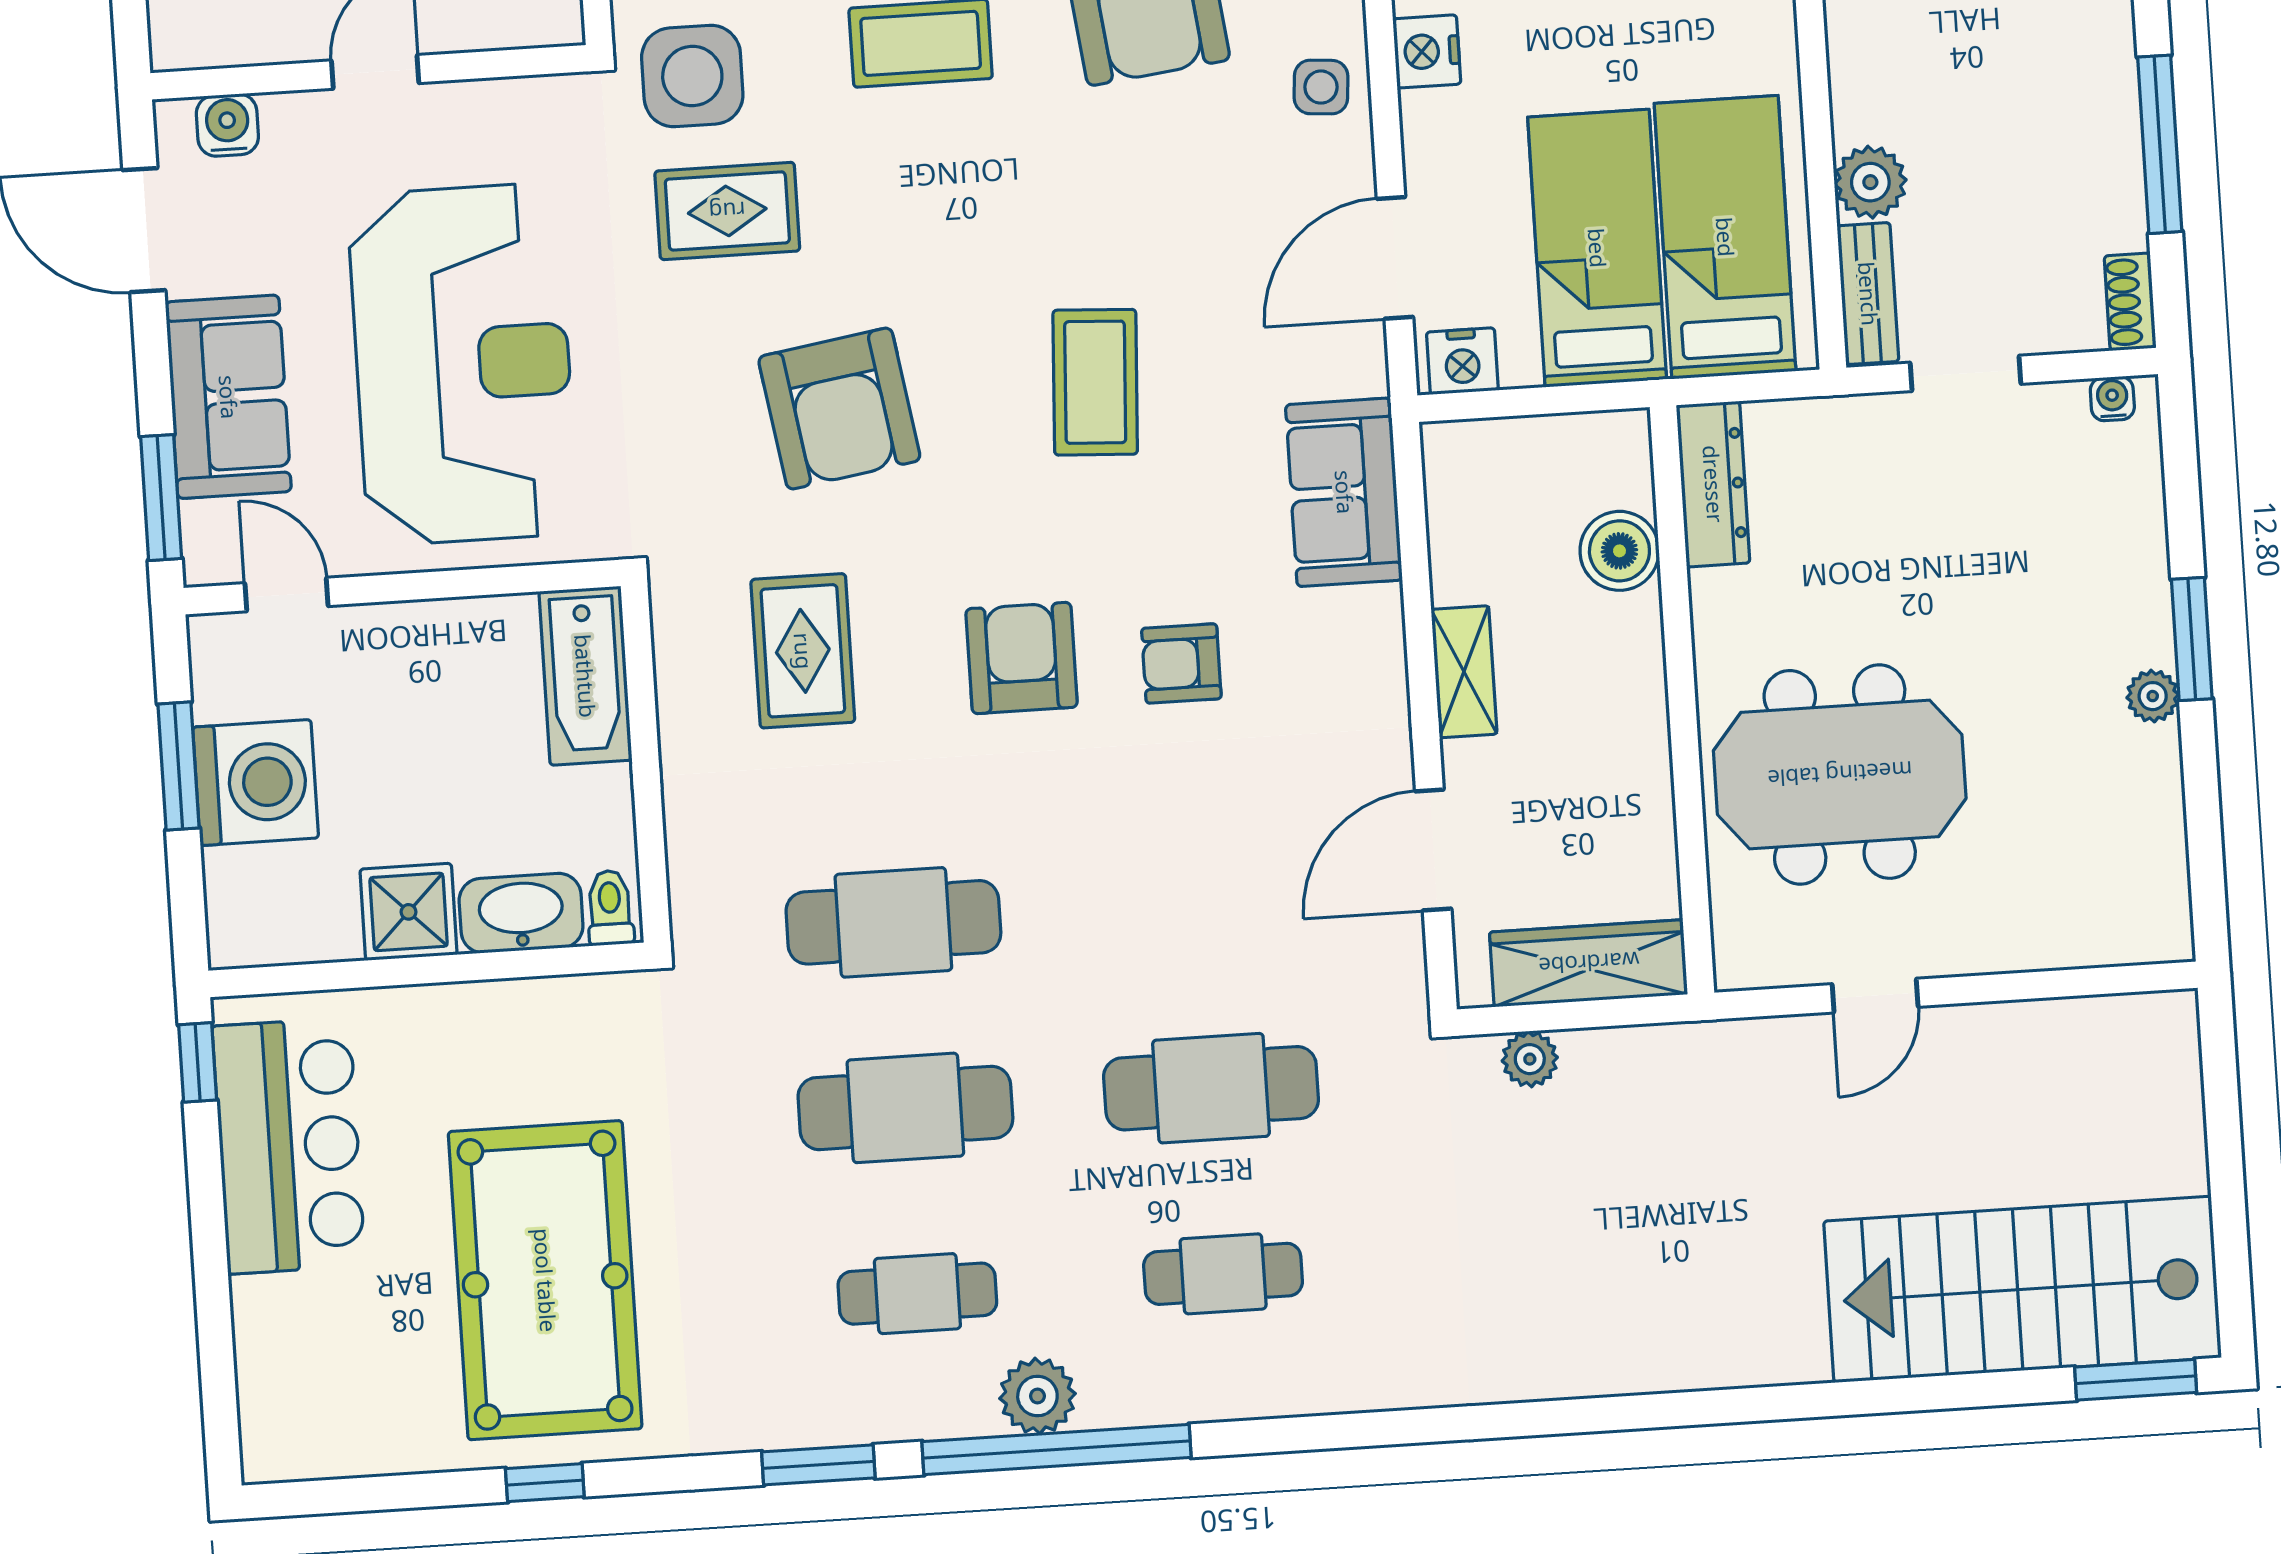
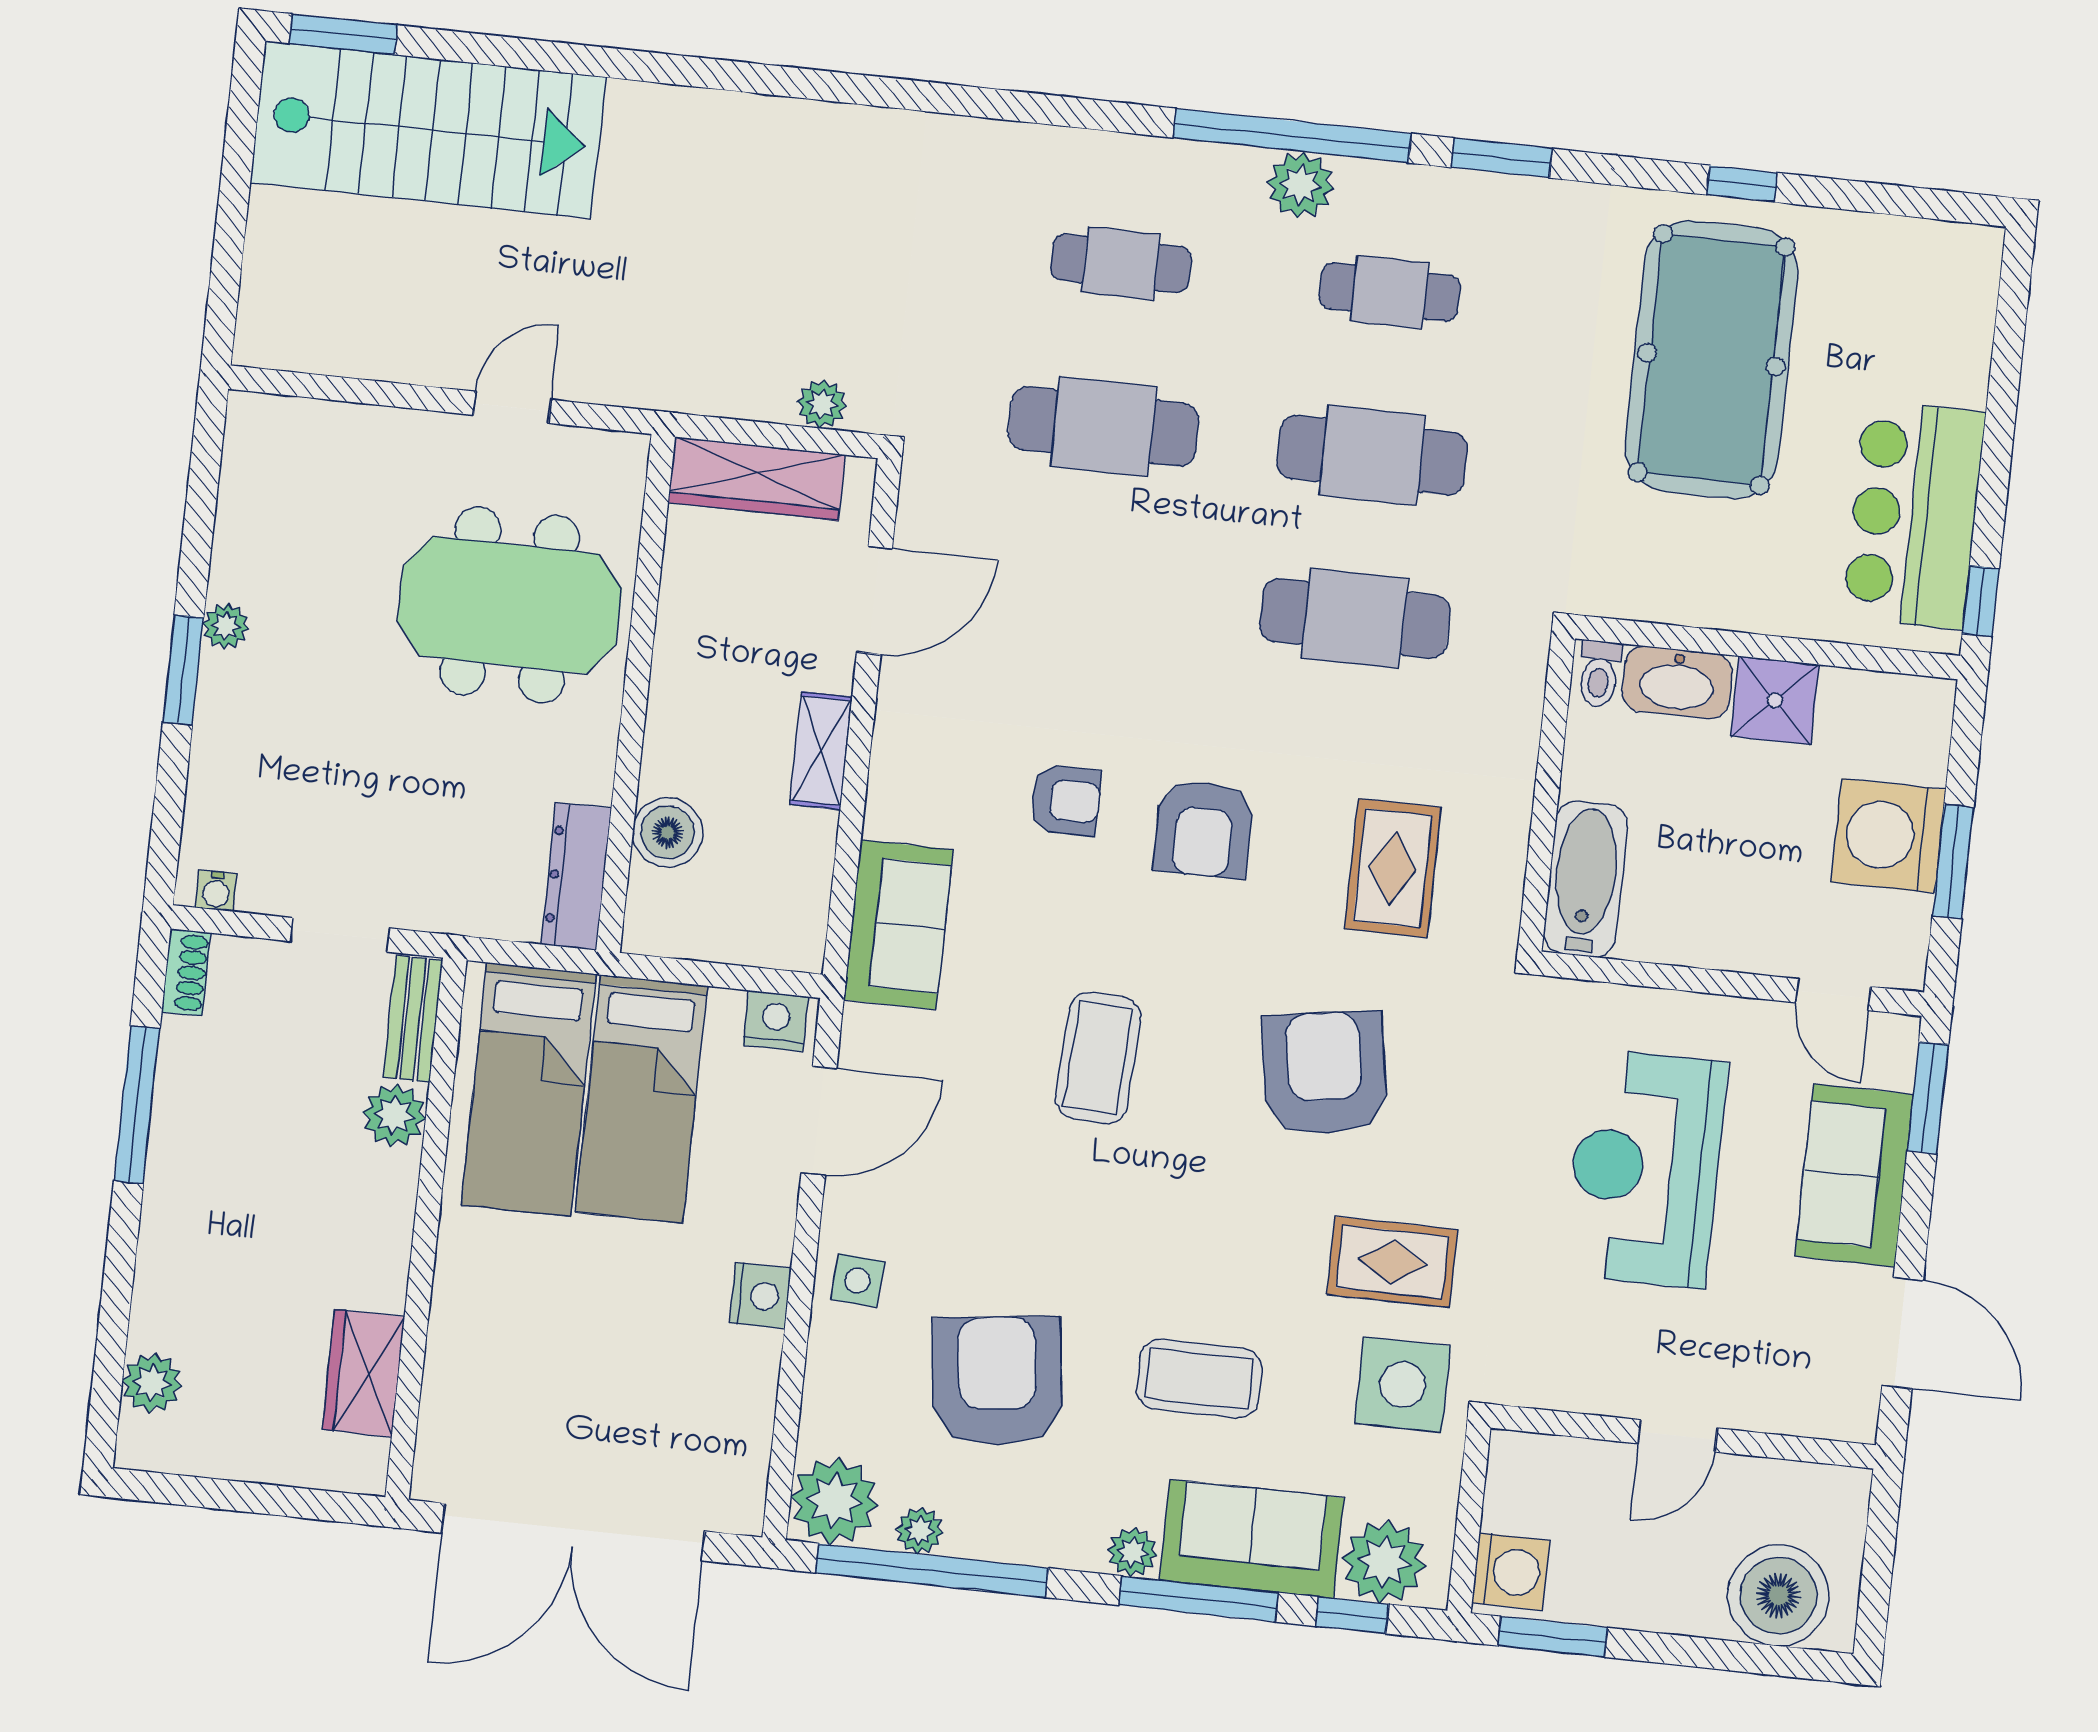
water cooler: (227, 125) -> (1814, 1412), removed
reception desk: (463, 364) -> (1645, 1168), width x0.74, depth x0.77

